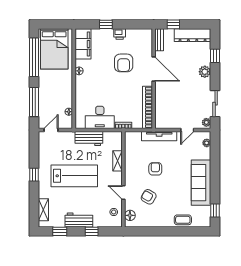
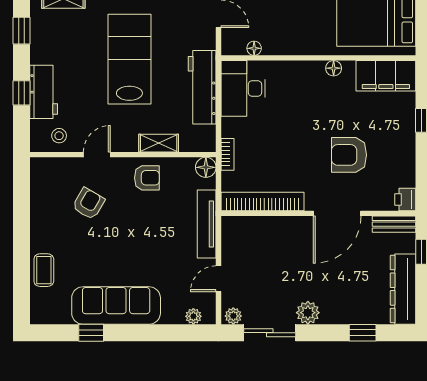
printer: (120, 34) -> (405, 199), moved
plant: (205, 72) -> (308, 313), moved
desk: (100, 117) -> (243, 88), moved
door: (187, 130) -> (218, 279), hinge flipped
workbench: (89, 138) -> (202, 87), width x1.38
armchair: (155, 169) -> (147, 178), moved
lab bench: (74, 176) -> (129, 59), turned 180
window: (215, 210) -> (91, 333), moved
floor lamp: (130, 215) -> (206, 167), moved
workbench: (79, 220) -> (44, 92), moved

